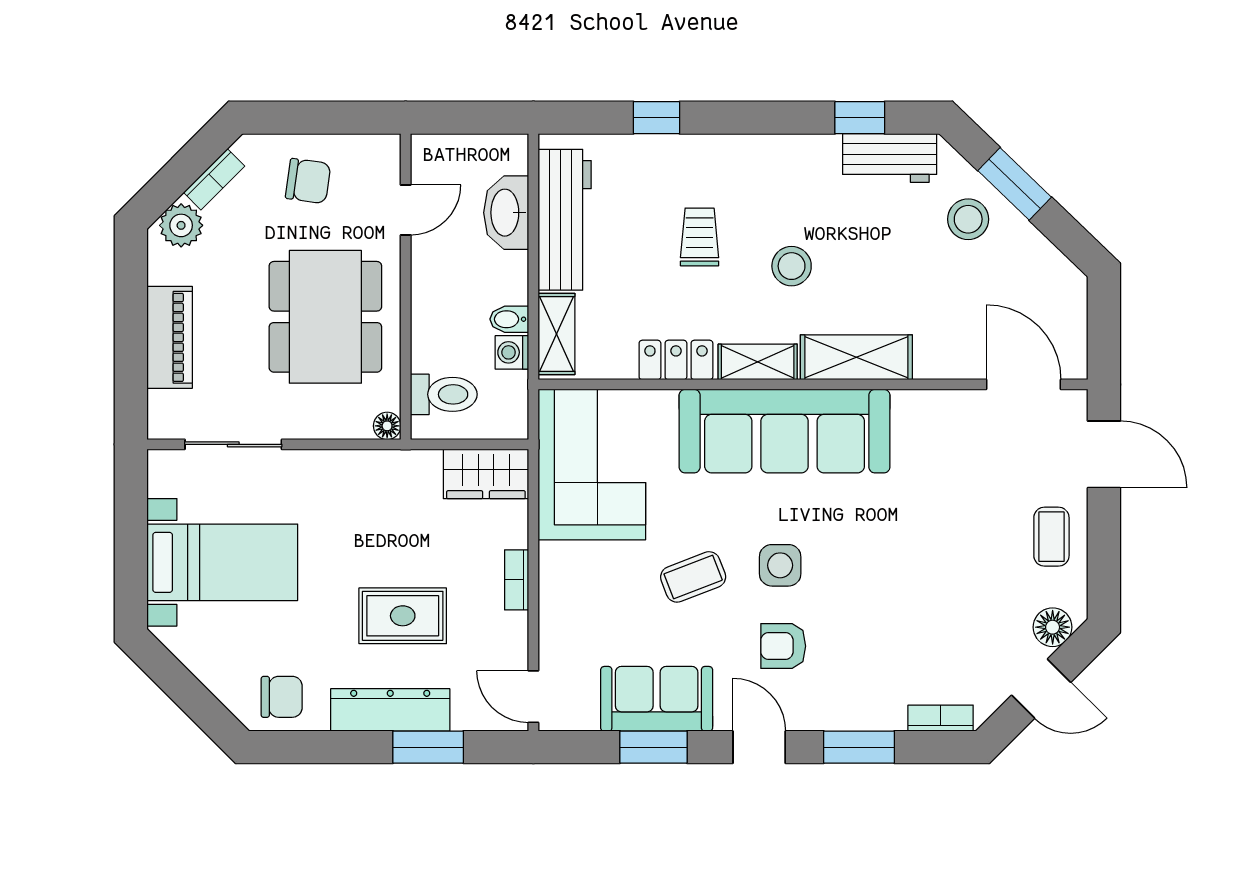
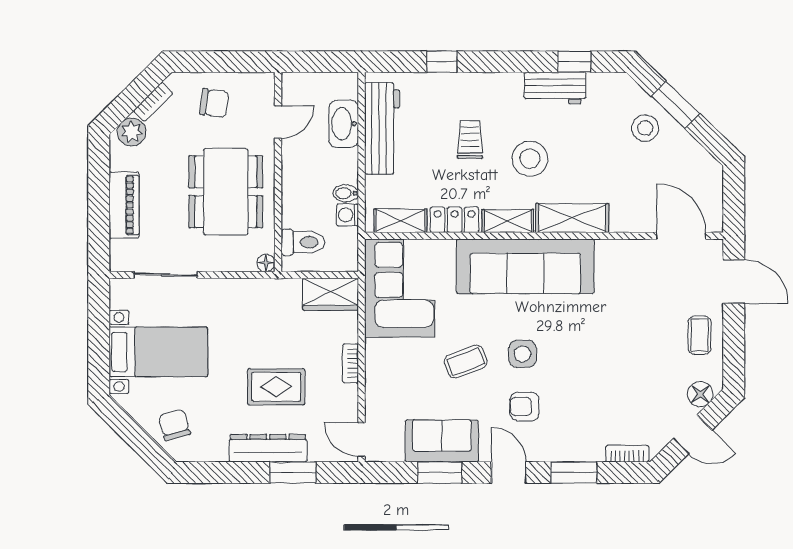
workbench: (890, 158) -> (555, 88), moved
stool: (792, 266) -> (530, 159), width x1.38, depth x1.38
shelving: (556, 334) -> (400, 221), moved, turned 90
chair: (282, 697) -> (174, 425), moved, turned -105

